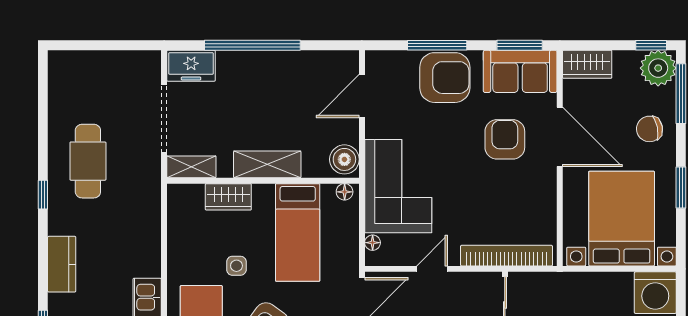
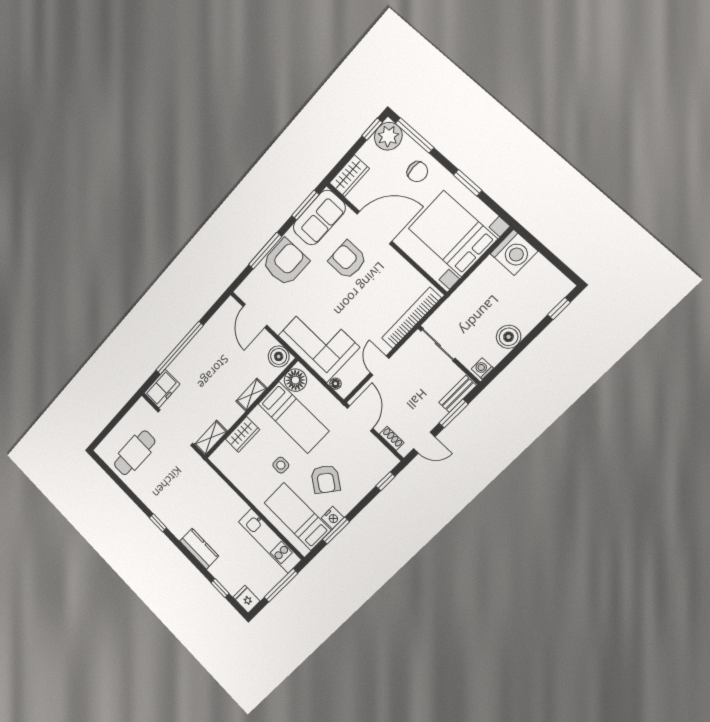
chair: (649, 129) -> (417, 172), turned -79
cafe table: (88, 161) -> (135, 453), moved, turned 90
shelving: (267, 164) -> (251, 395), width x0.67, depth x0.75
floor lamp: (345, 192) -> (295, 380), width x1.89, depth x1.89

